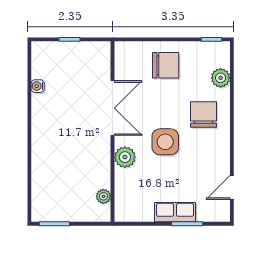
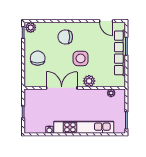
plant: (221, 78) -> (31, 27), moved
kitchen unit: (42, 147) -> (84, 127), added
row of seats: (175, 212) -> (120, 53), width x2.02

